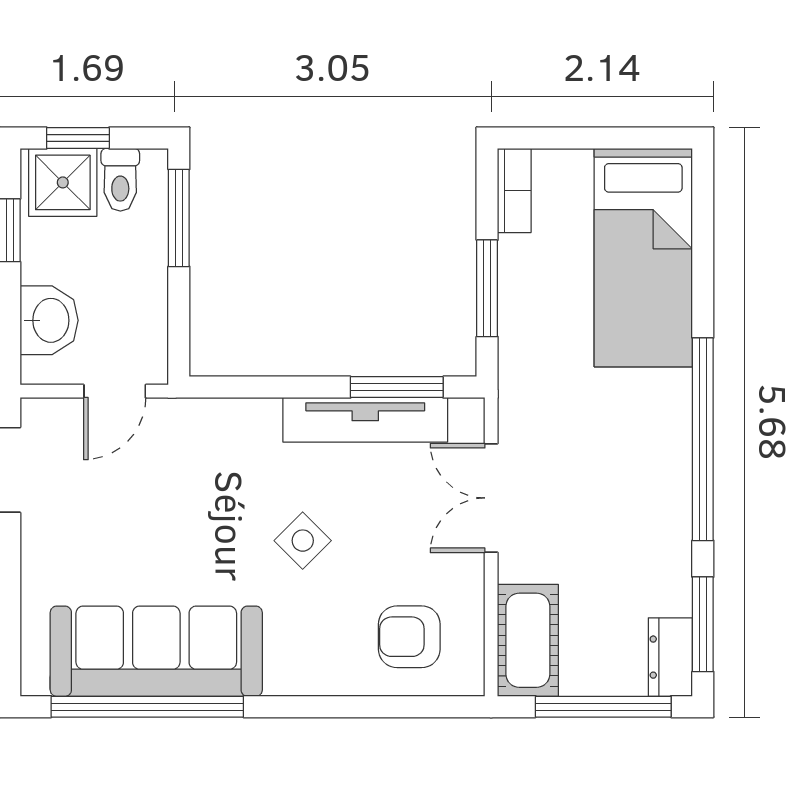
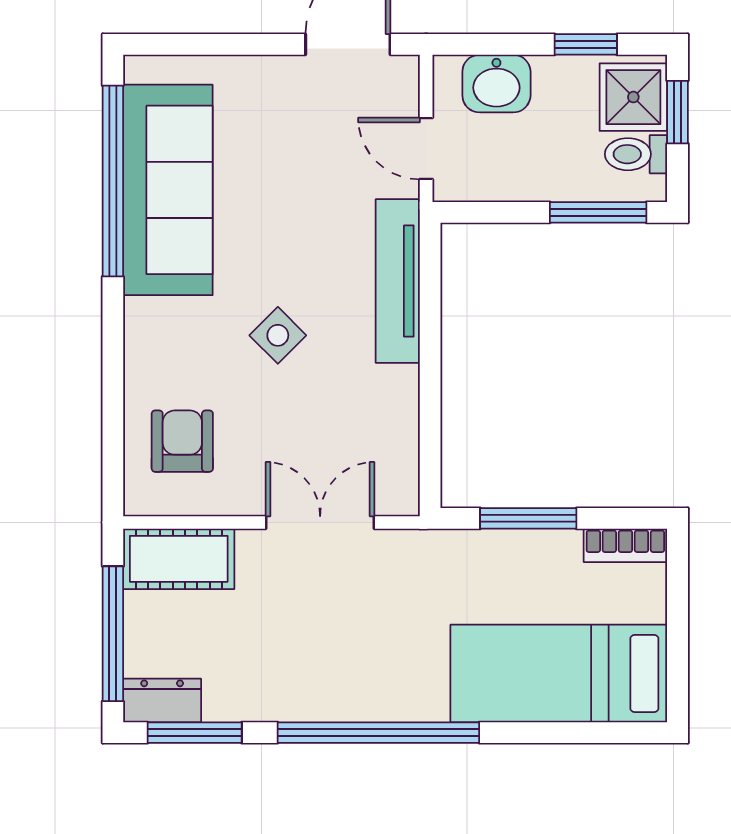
window: (397, 387) -> (430, 429), removed
tv unit: (365, 420) -> (398, 281), moved

